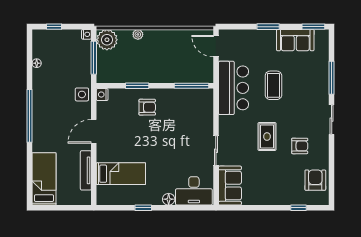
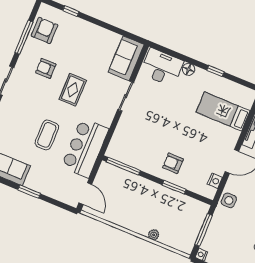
plant: (107, 40) -> (184, 242), removed
nightstand: (102, 95) -> (215, 181), moved
window: (332, 166) -> (24, 37), added
armchair: (315, 180) -> (44, 30), turned 180

